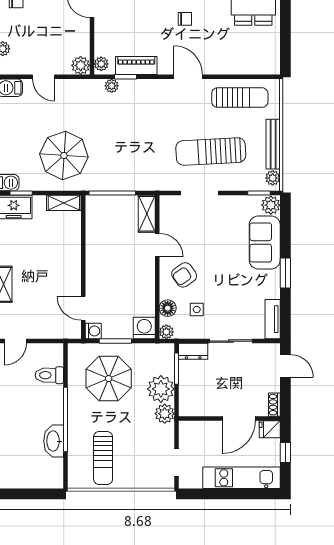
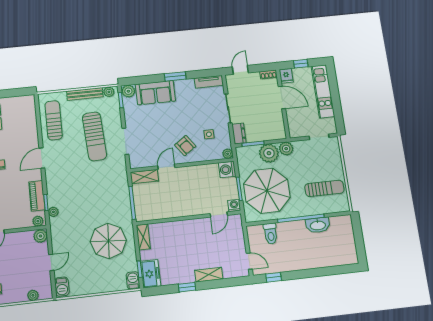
floor lamp: (168, 308) -> (211, 155), removed
parasol: (109, 379) -> (267, 191), width x1.36, depth x1.36

